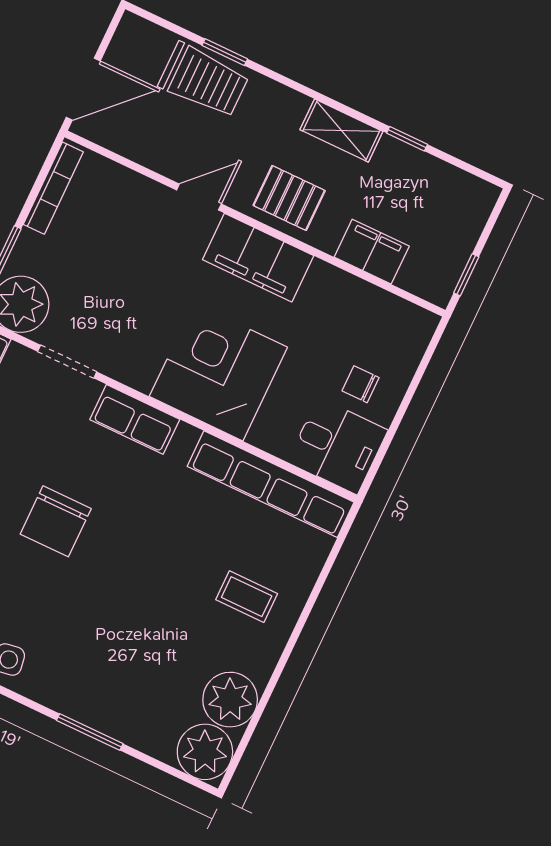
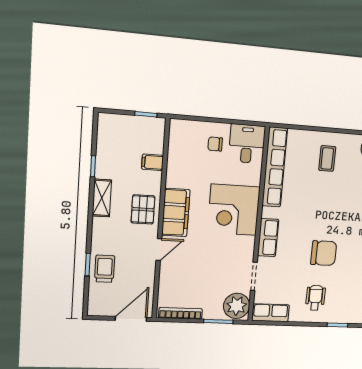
trolley: (204, 80) -> (105, 269), width x0.73, depth x0.72
door: (83, 89) -> (131, 319), hinge flipped
door: (199, 197) -> (159, 249), swing flipped
filing cabinet: (372, 252) -> (153, 162), width x0.50
chair: (361, 384) -> (215, 144), turned 90

